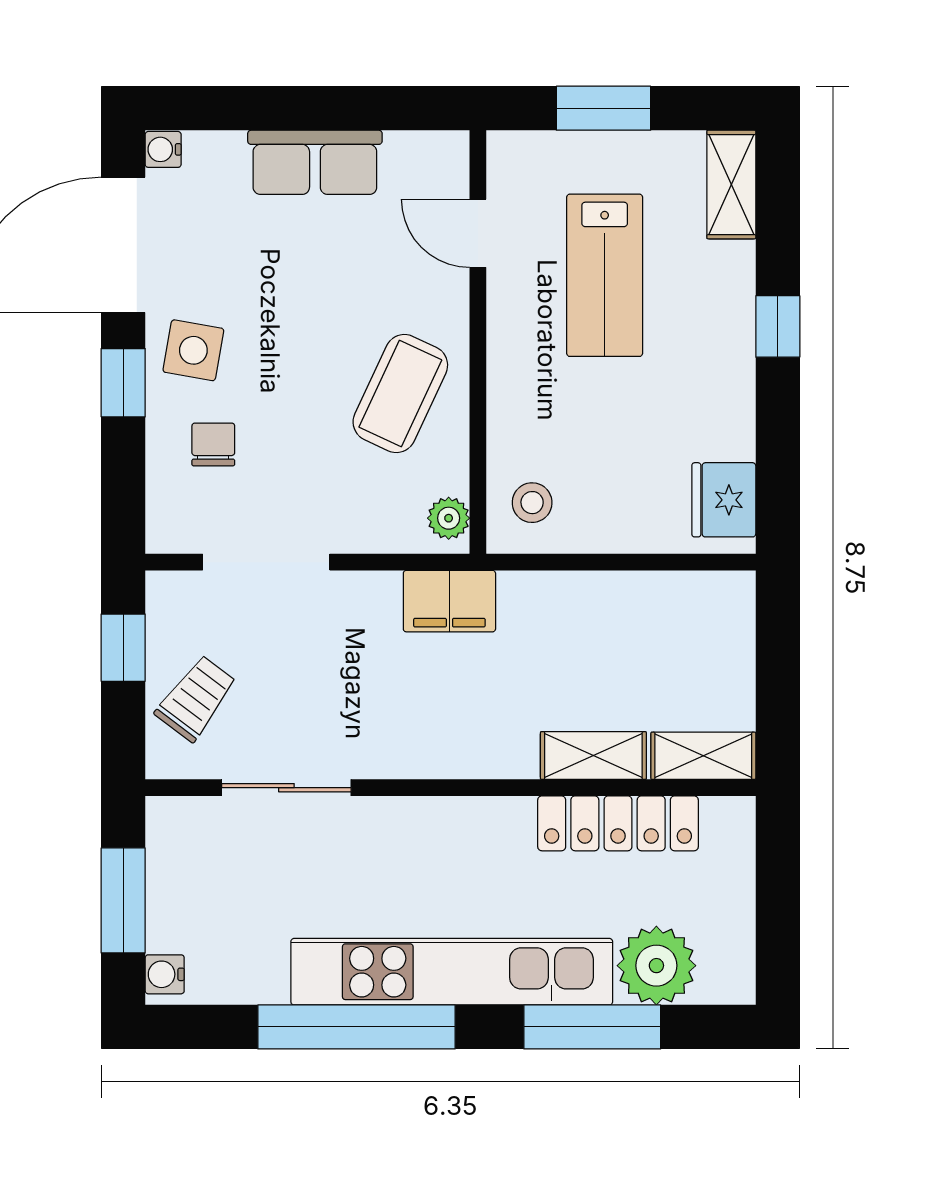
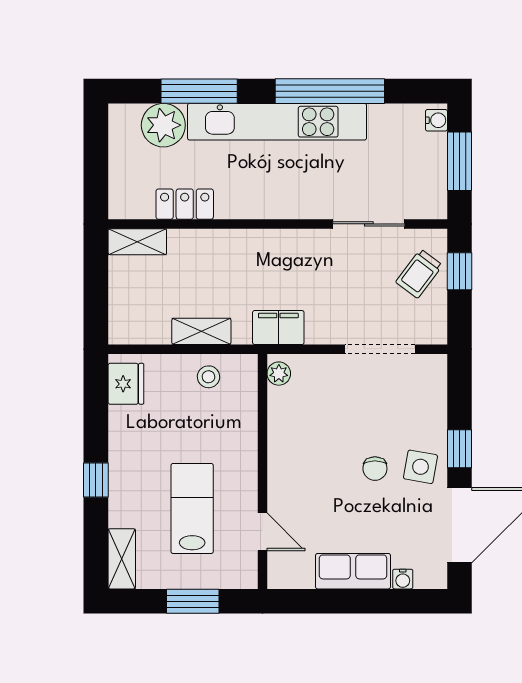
water cooler: (163, 149) -> (403, 579), moved, turned 90
coffee table: (400, 394) -> (306, 443), removed
chair: (213, 444) -> (375, 469), moved
stool: (532, 503) -> (208, 377), moved
window: (123, 648) -> (460, 271), moved
shelving: (593, 756) -> (201, 331), moved
locker: (618, 823) -> (185, 204), width x0.66

